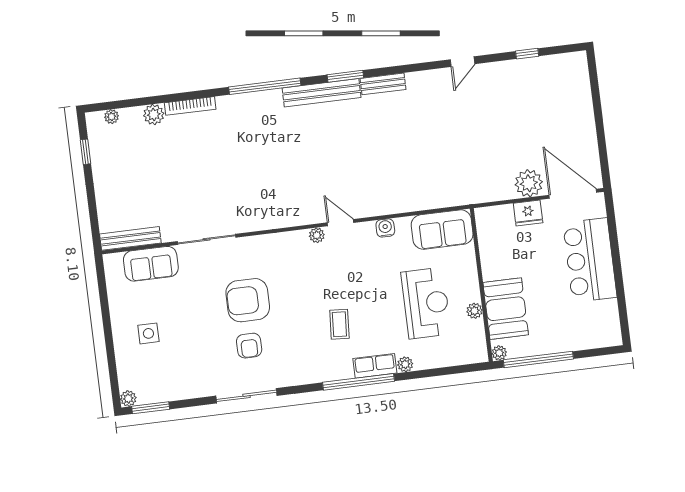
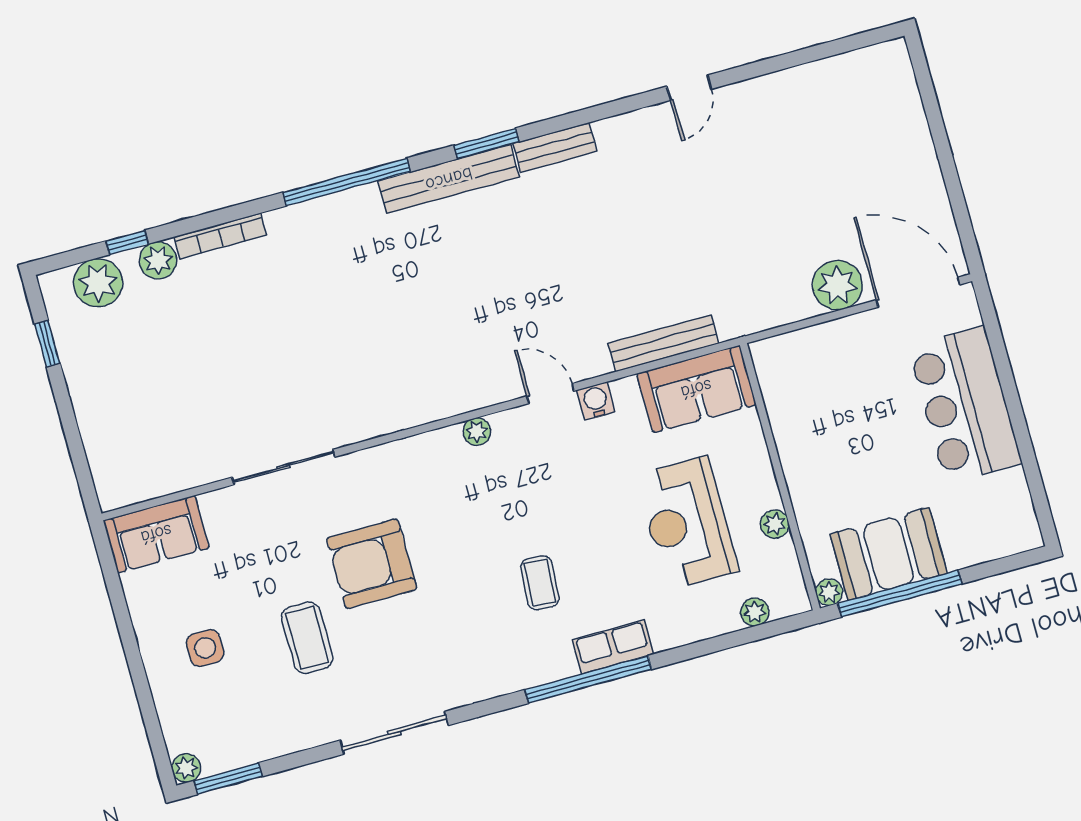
window: (527, 54) -> (127, 242), moved
plant: (112, 117) -> (98, 283), width x1.88, depth x1.88
fridge: (528, 213) -> (844, 338), removed
door: (341, 223) -> (550, 394), moved
bench: (130, 238) -> (663, 343), moved
sofa: (151, 264) -> (156, 534), moved
reception desk: (426, 303) -> (687, 523), turned 180
booth: (506, 309) -> (889, 554), moved, turned 90
coffee table: (206, 336) -> (307, 638), added
armchair: (249, 346) -> (386, 644), removed
plant: (405, 364) -> (755, 612), moved

